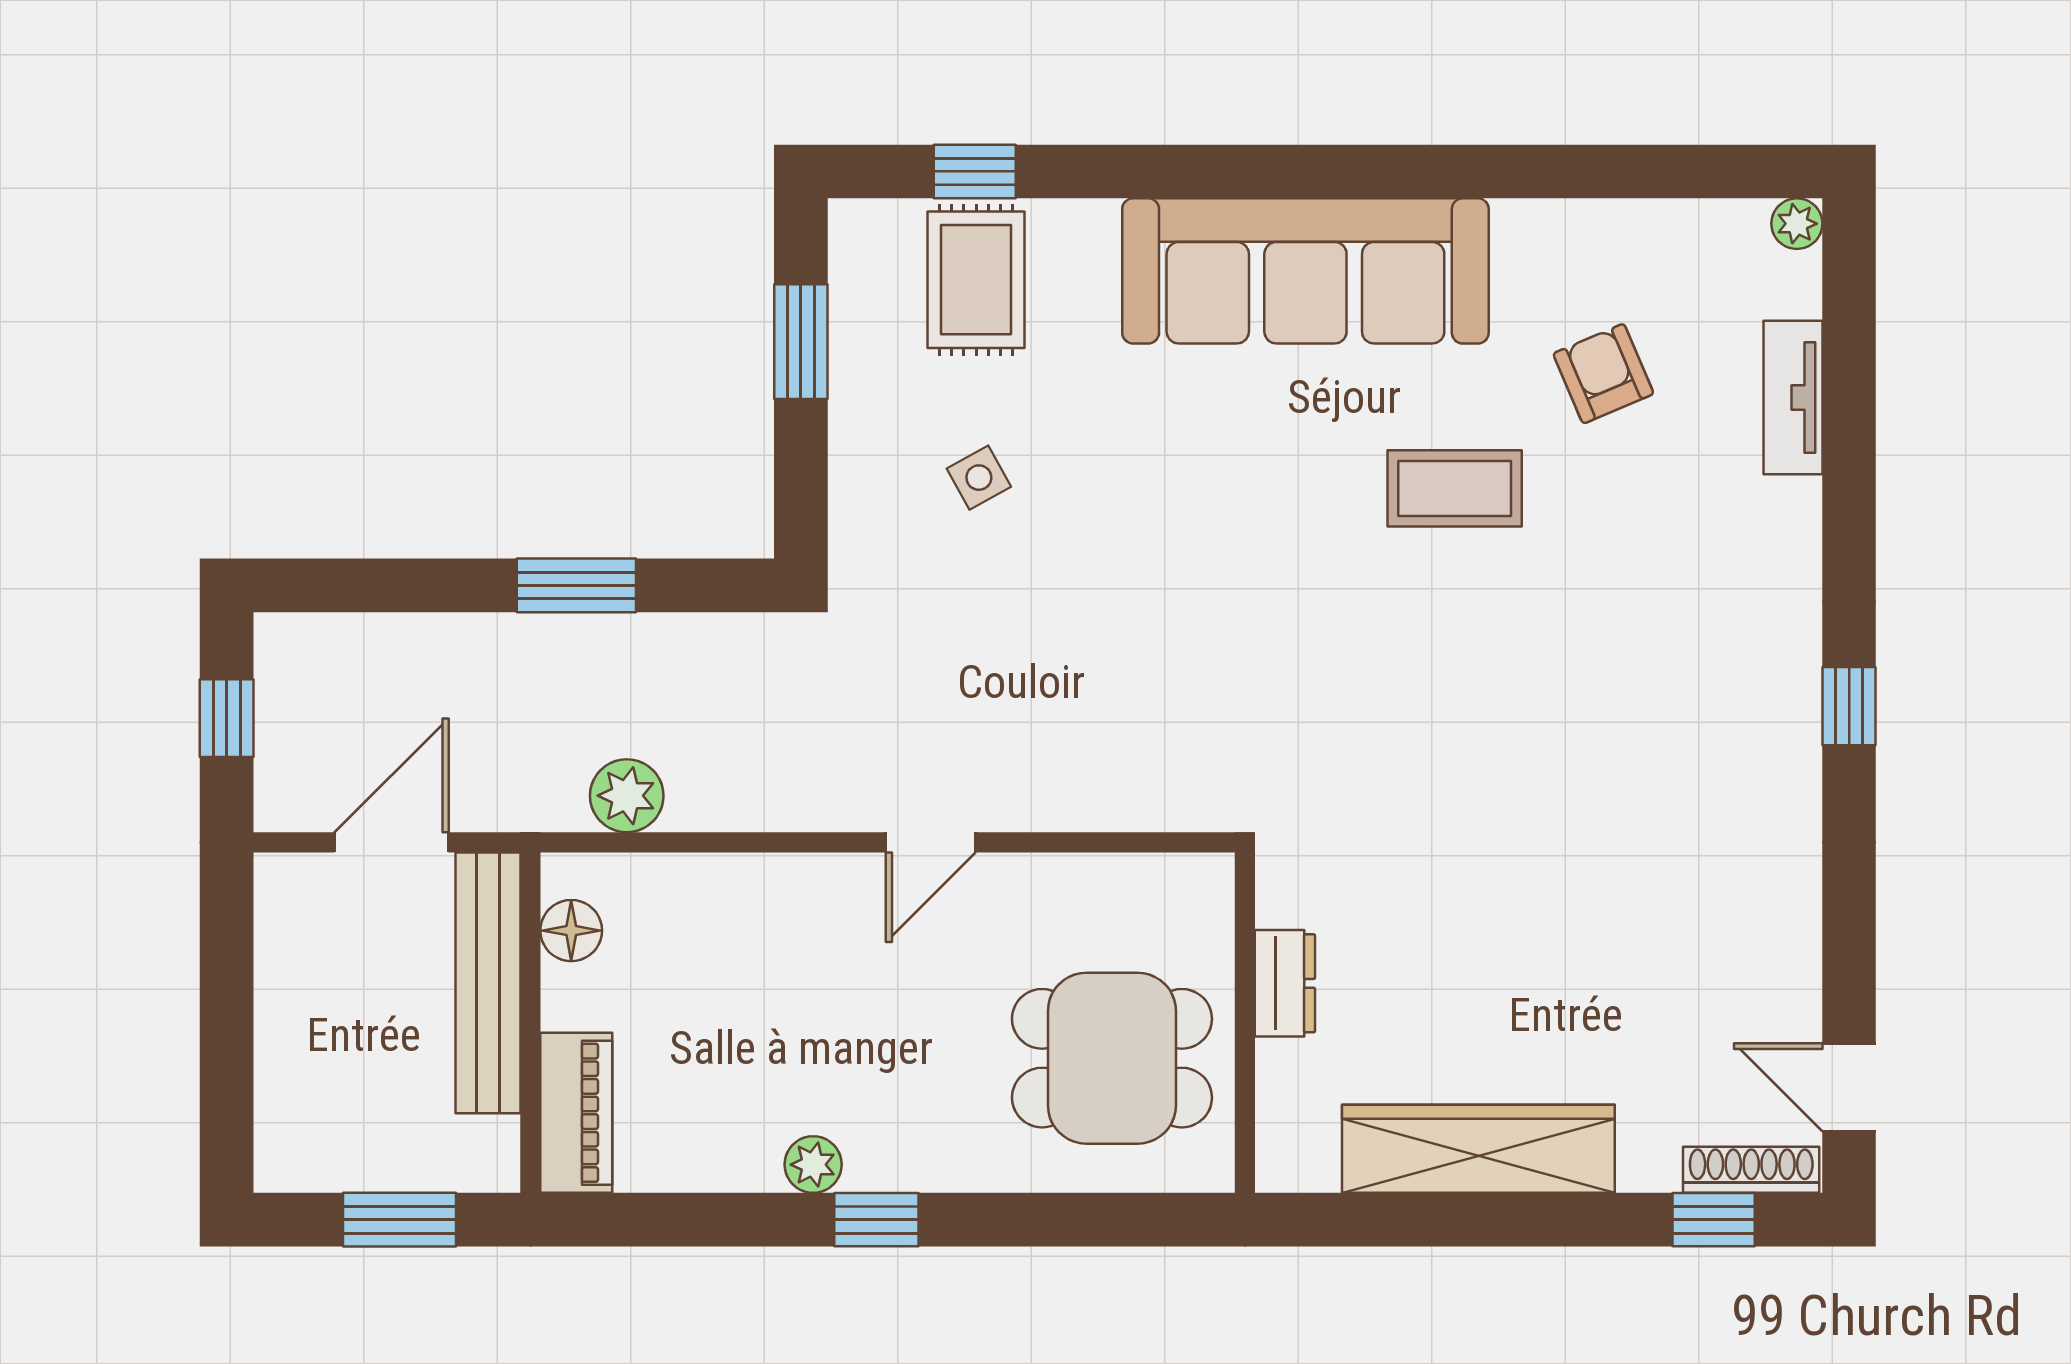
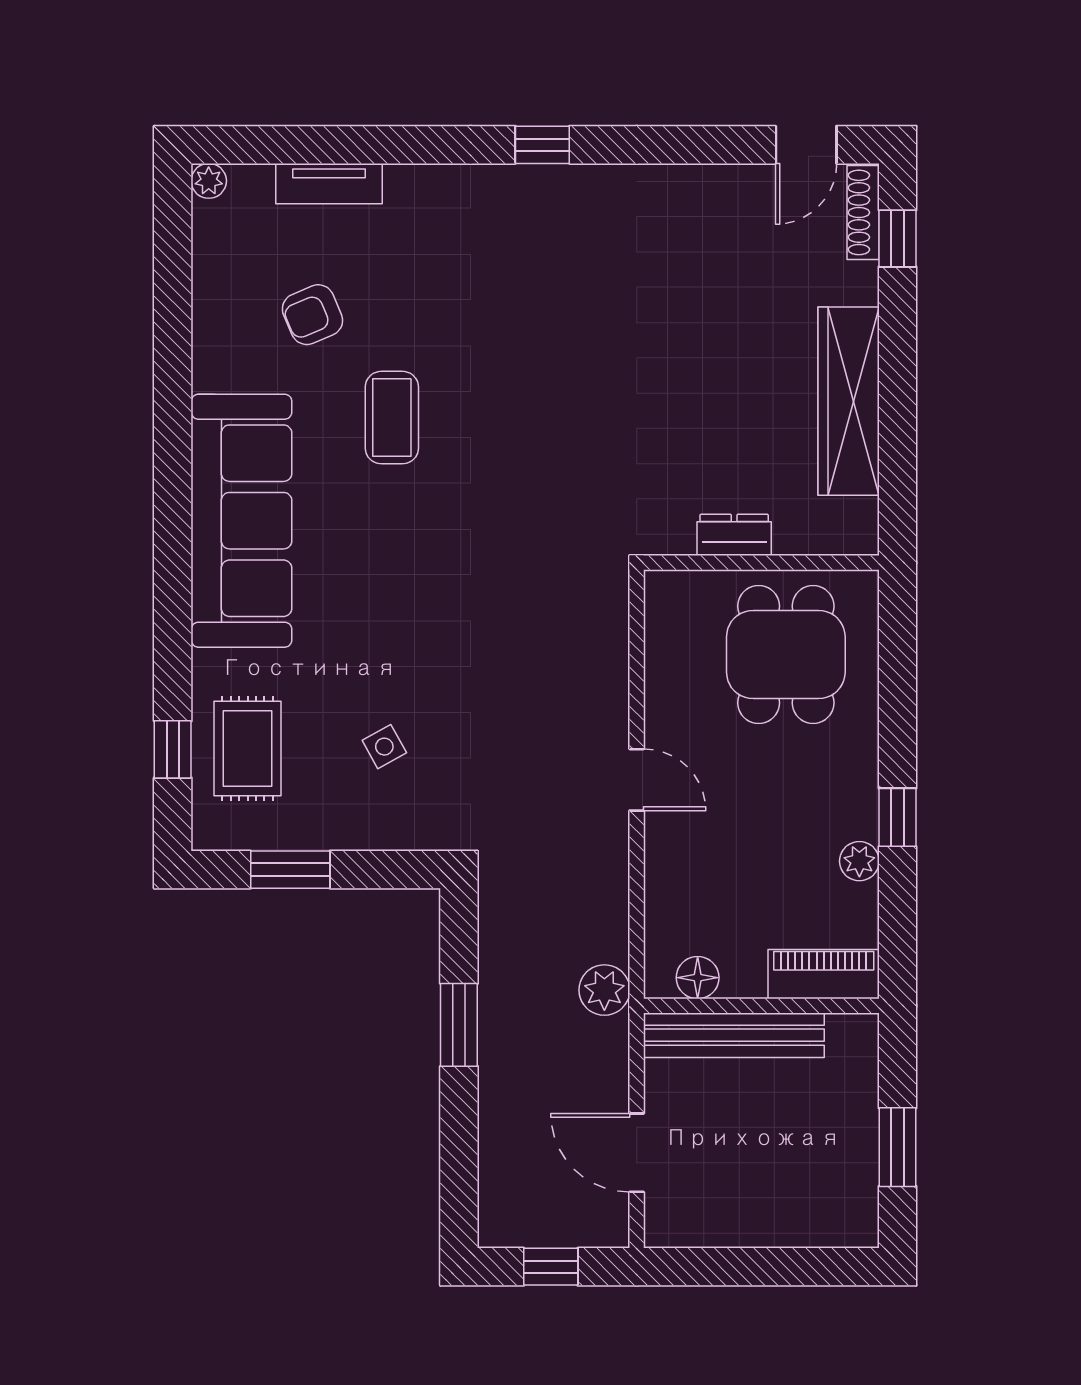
rug: (976, 280) -> (248, 748), turned 90
floor lamp: (571, 931) -> (698, 978), moved
bench: (488, 983) -> (734, 1035), moved
wall: (530, 1023) -> (761, 1006), moved
piano: (576, 1113) -> (824, 974), moved

